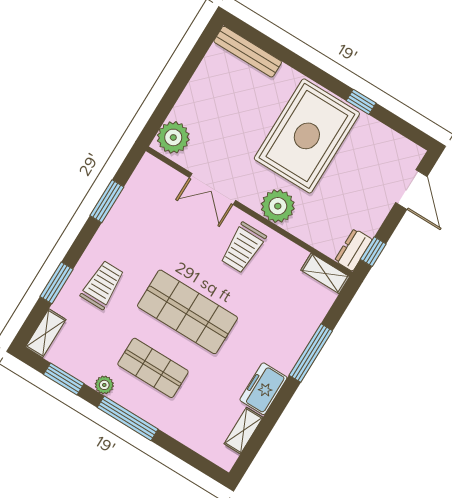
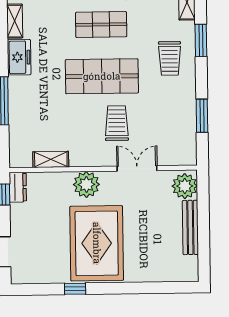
bench: (248, 52) -> (190, 227), moved, turned 90
trolley: (243, 248) -> (117, 123), moved
shelving: (325, 273) -> (51, 159), moved

